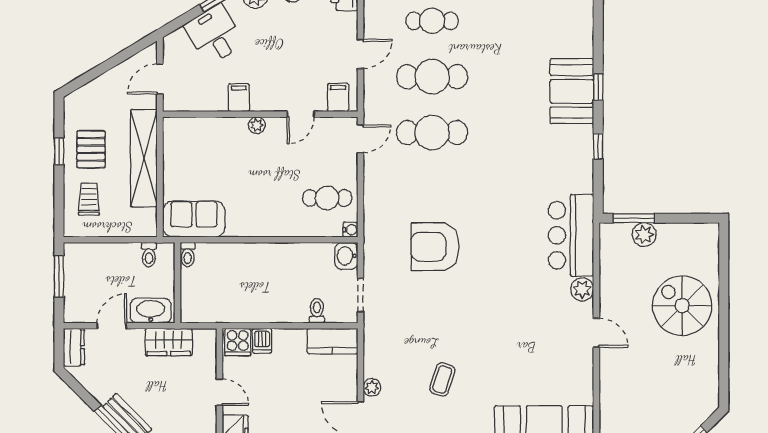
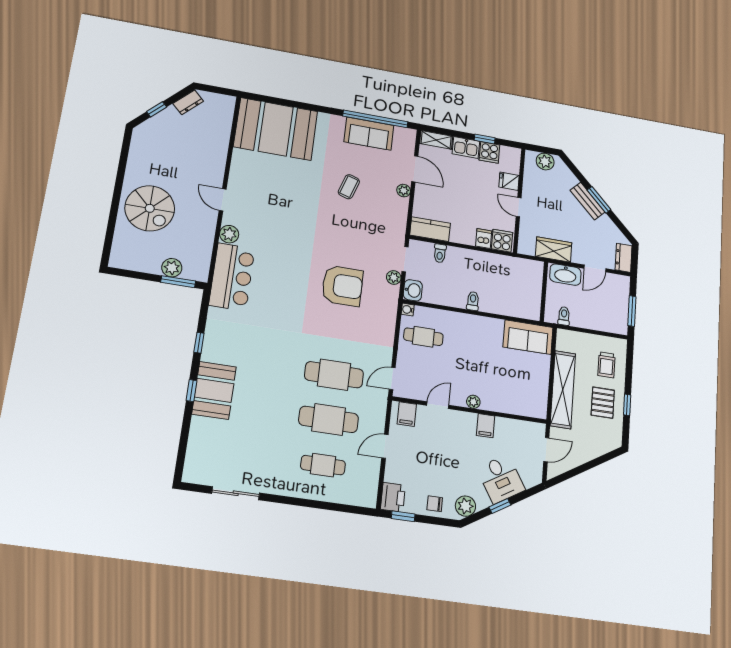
toilet: (188, 255) -> (473, 301), moved
plant: (372, 269) -> (394, 277), added

